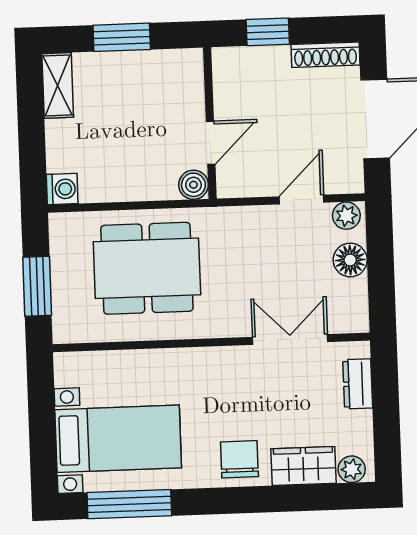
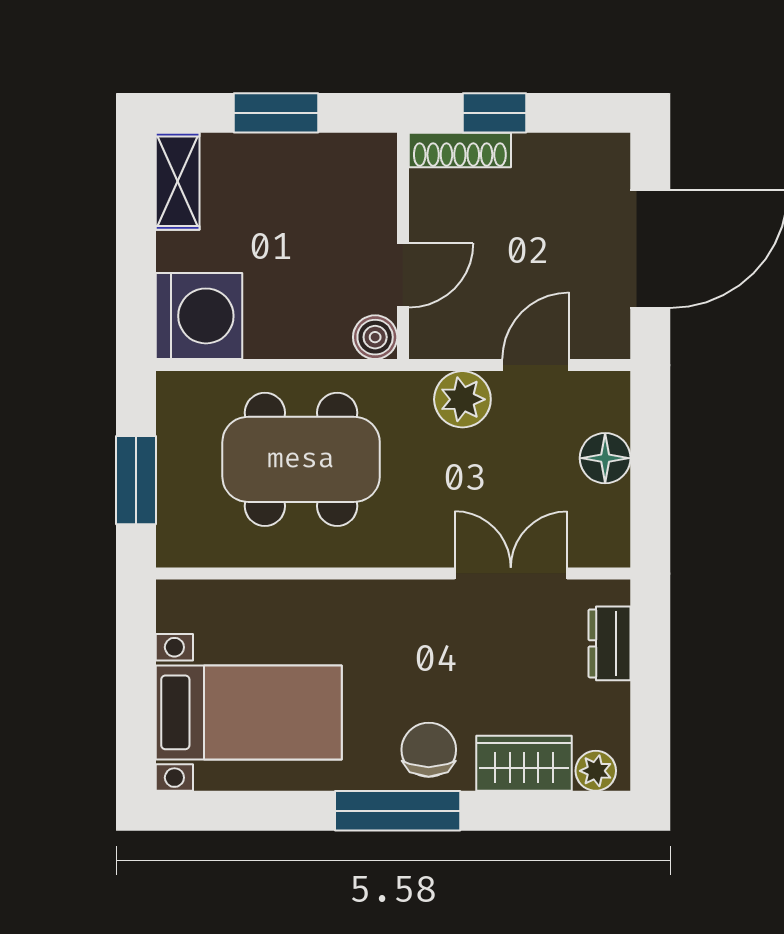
shoe rack: (325, 55) -> (460, 150), moved
washing machine: (62, 189) -> (199, 316), width x1.89, depth x1.89
plant: (346, 216) -> (462, 399), moved, width x1.38, depth x1.38
window: (129, 504) -> (398, 811), moved

